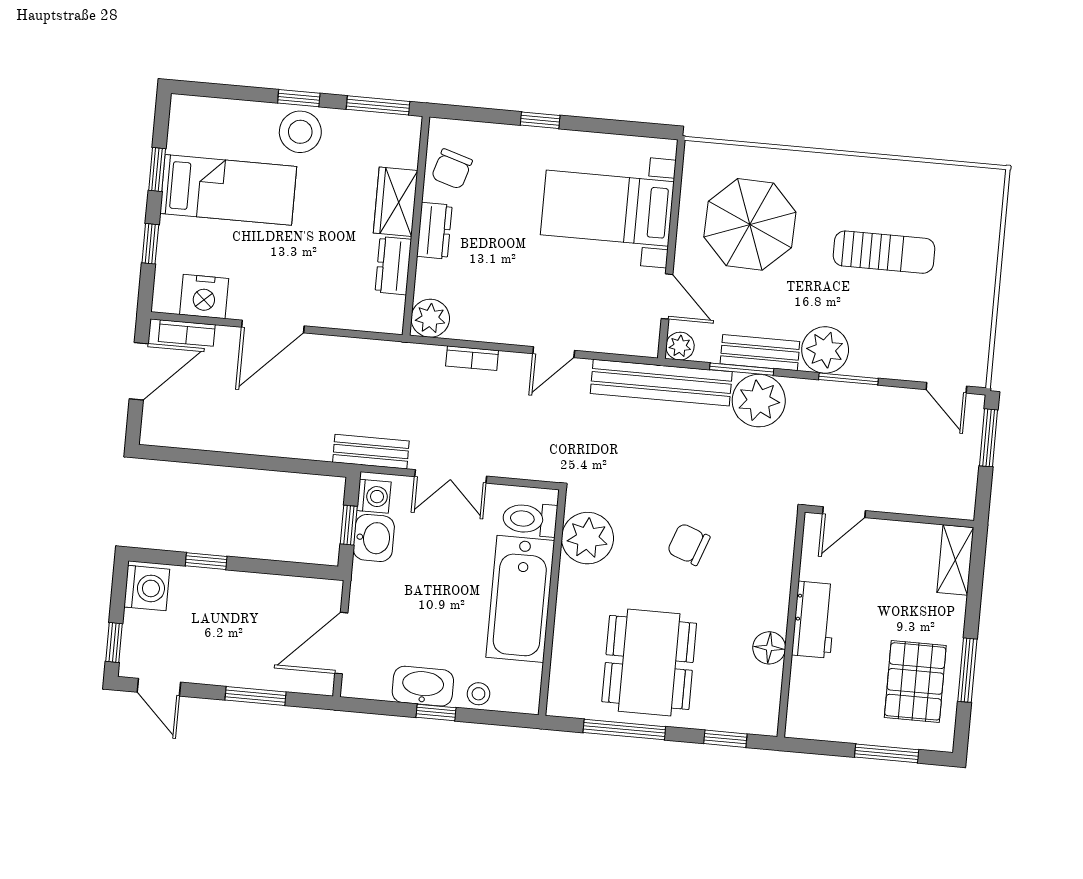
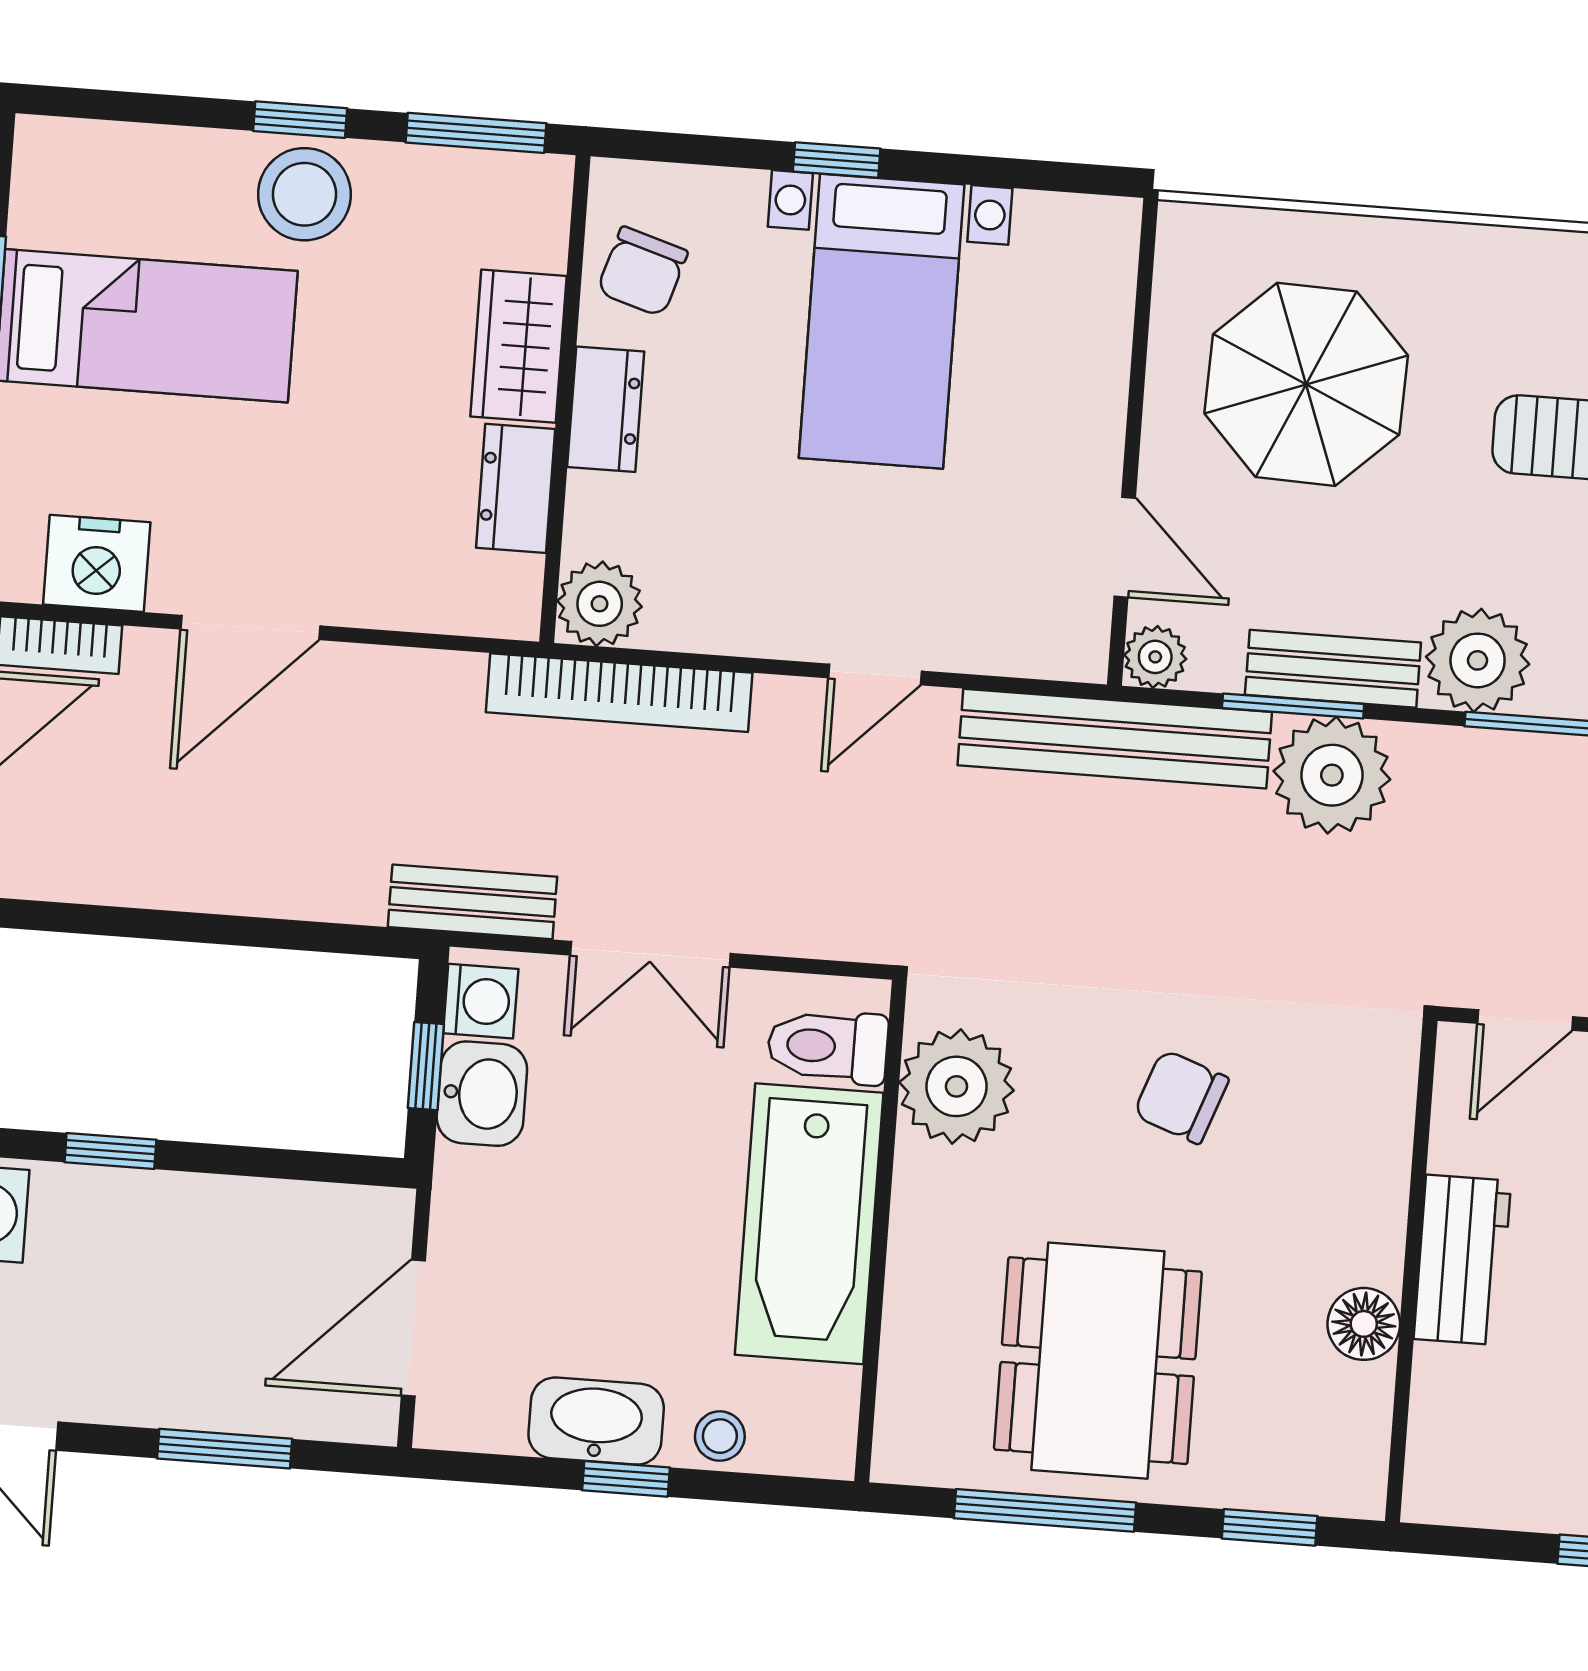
bed with nightstands: (607, 208) -> (882, 321), moved, turned -90
bookcase: (472, 358) -> (619, 693), width x2.31, depth x1.31

